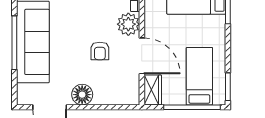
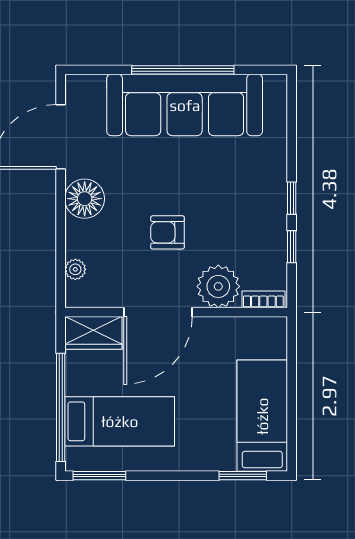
plant: (119, 99) -> (75, 269), added

